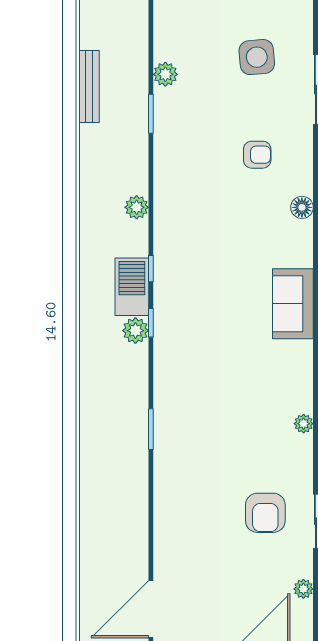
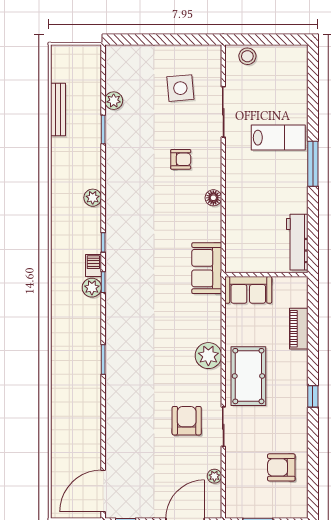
barbecue: (132, 287) -> (93, 266), width x0.53, depth x0.65
plant: (304, 424) -> (208, 356), width x1.88, depth x1.88
armchair: (265, 513) -> (187, 421), turned 180

